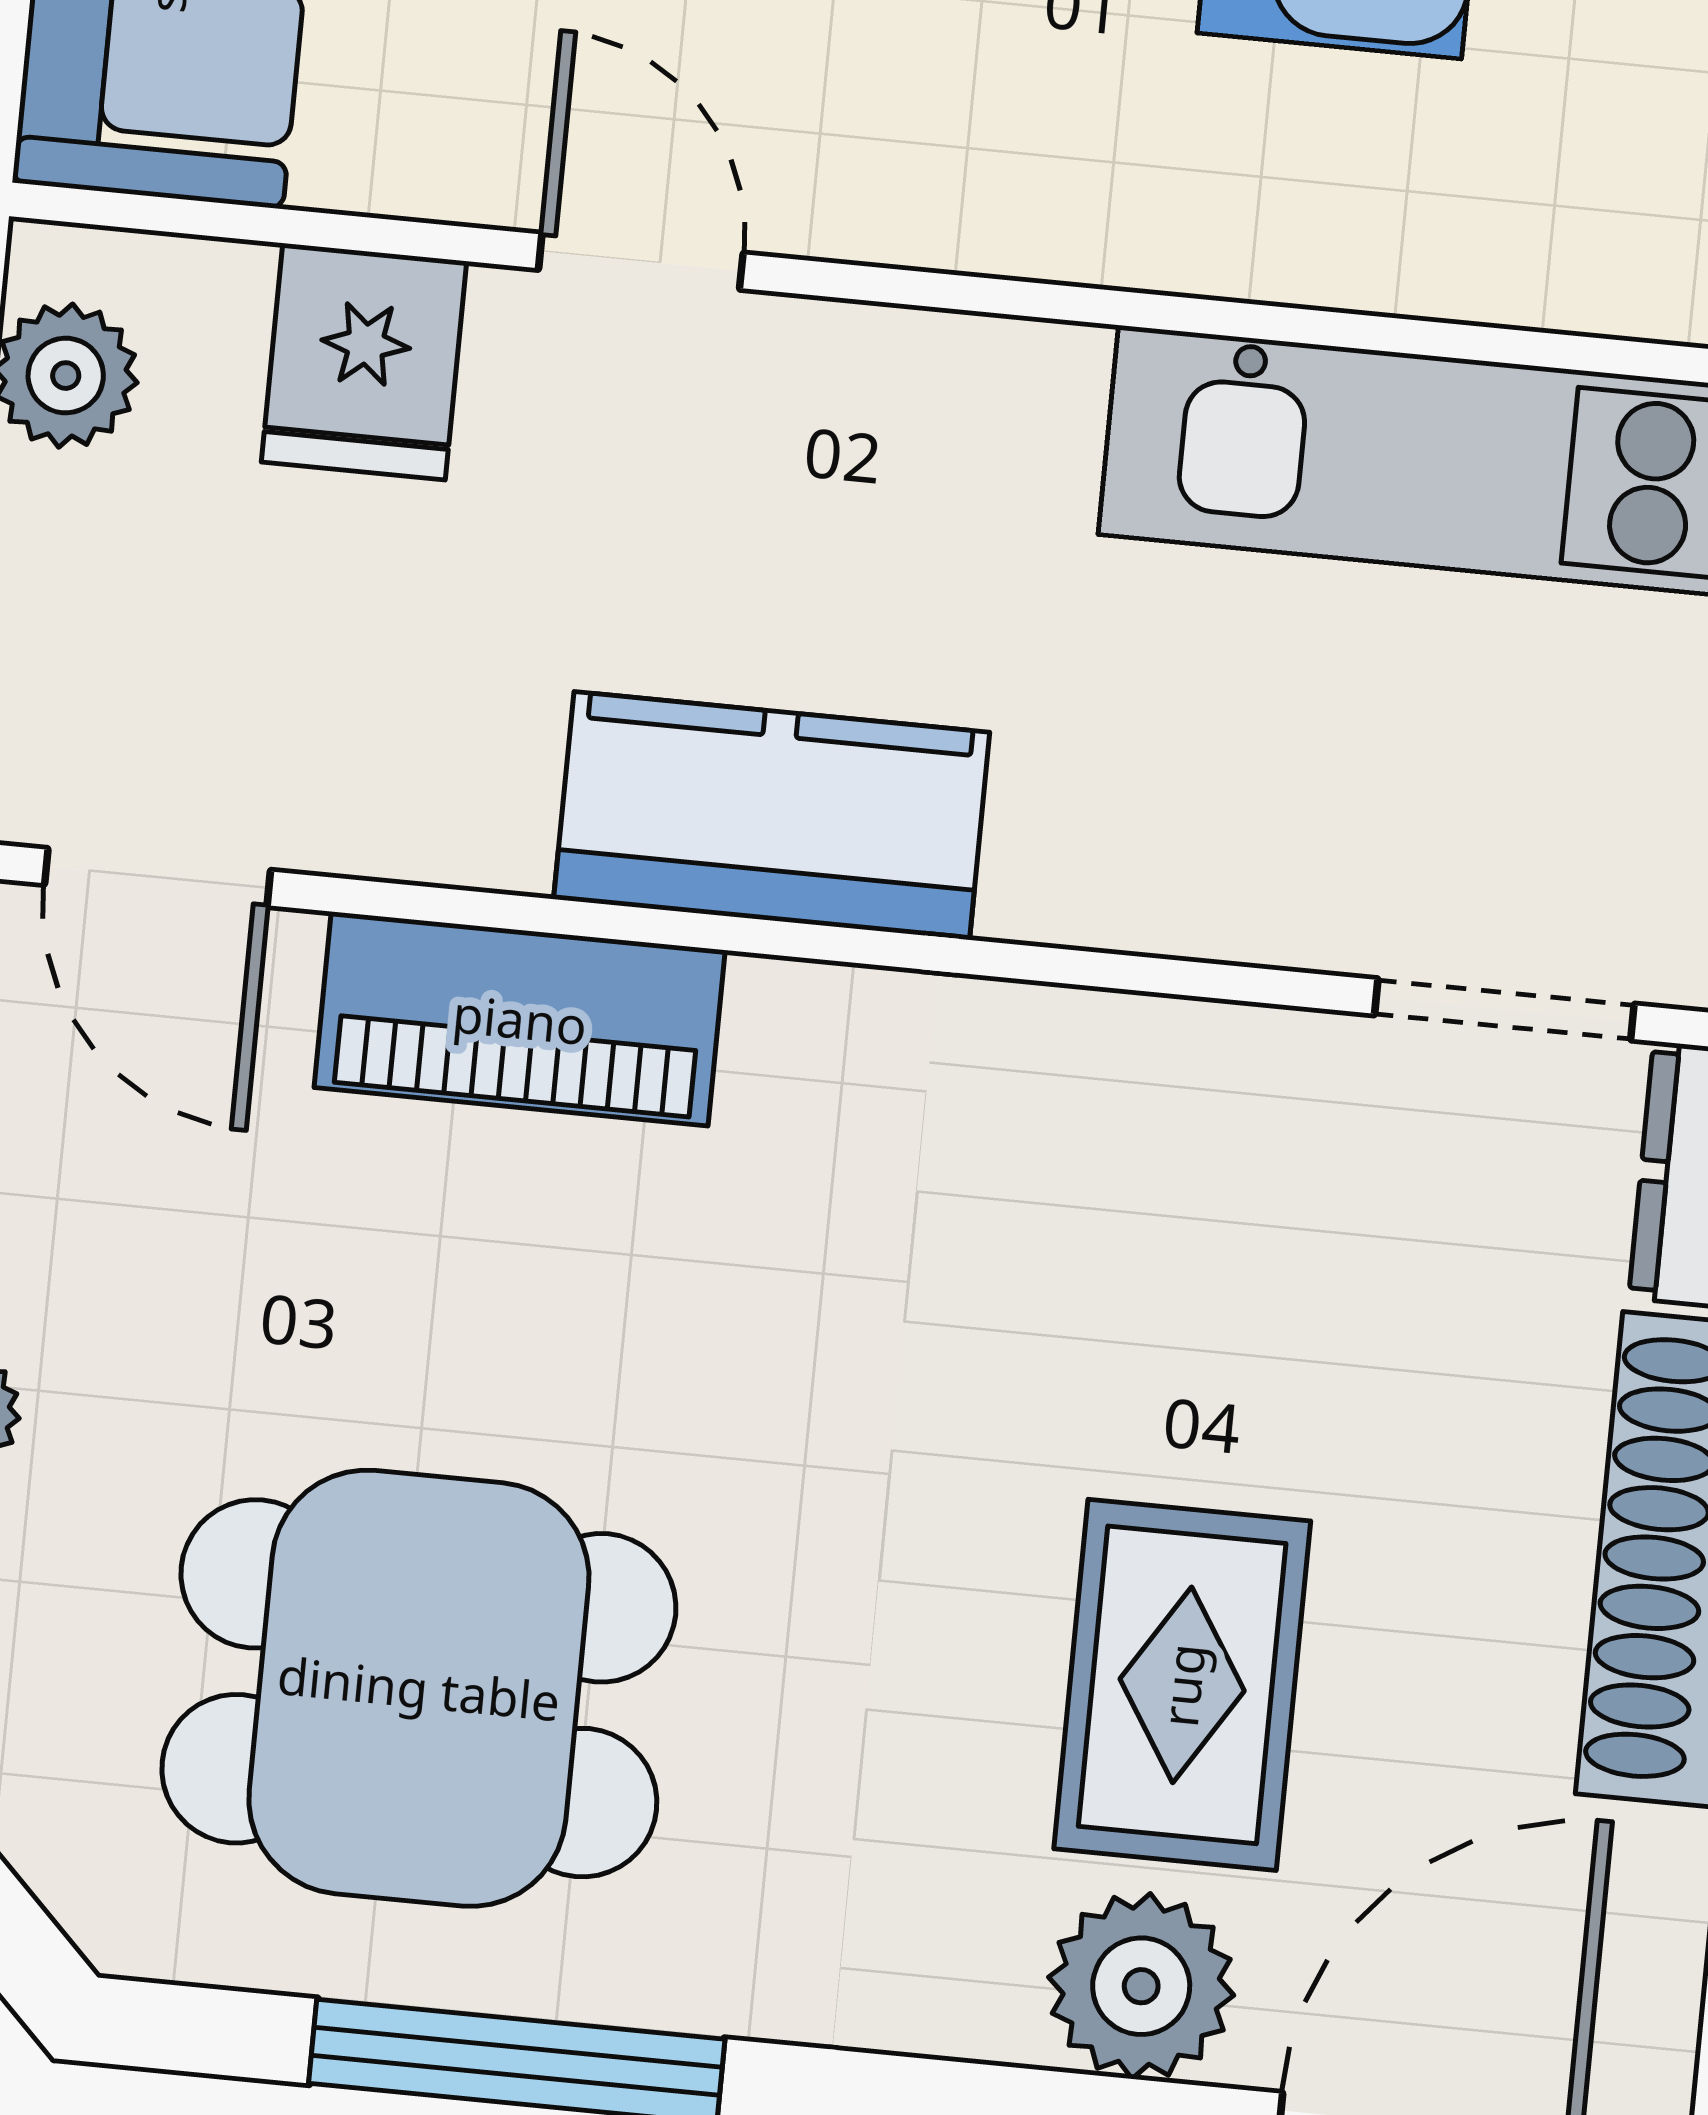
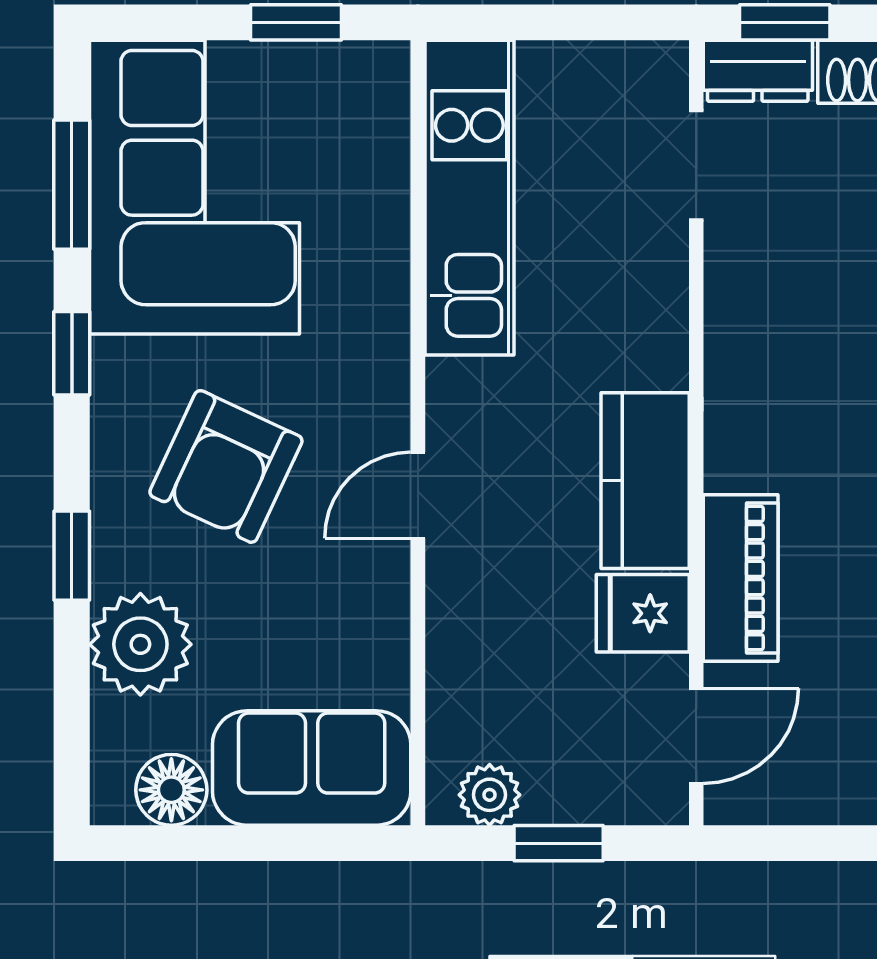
door: (641, 261) -> (418, 495), moved
fridge: (364, 362) -> (643, 613), moved, turned 180

